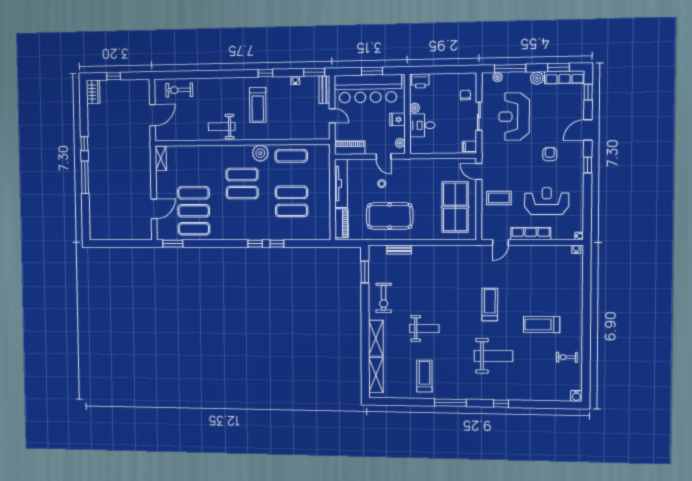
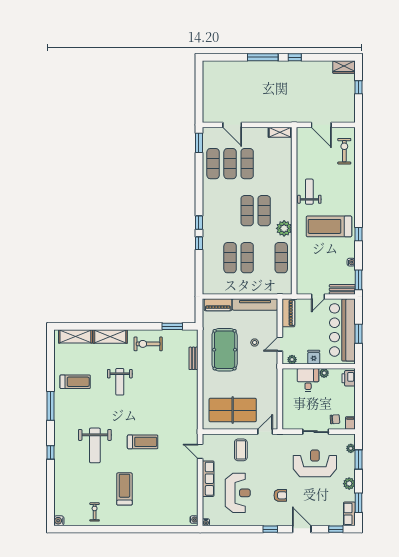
window: (510, 68) -> (358, 460), width x0.69
row of seats: (565, 77) -> (349, 514), width x0.68
treadmill: (258, 105) -> (329, 226), width x1.37, depth x1.38
filing cabinet: (469, 146) -> (350, 423), moved

